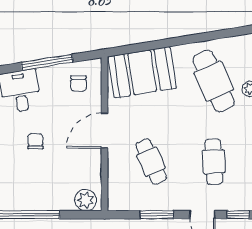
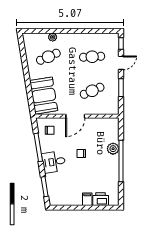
cafe table: (214, 81) -> (48, 57), width x0.73, depth x0.74
door: (104, 131) -> (75, 116), hinge flipped
plant: (86, 200) -> (113, 149), moved

